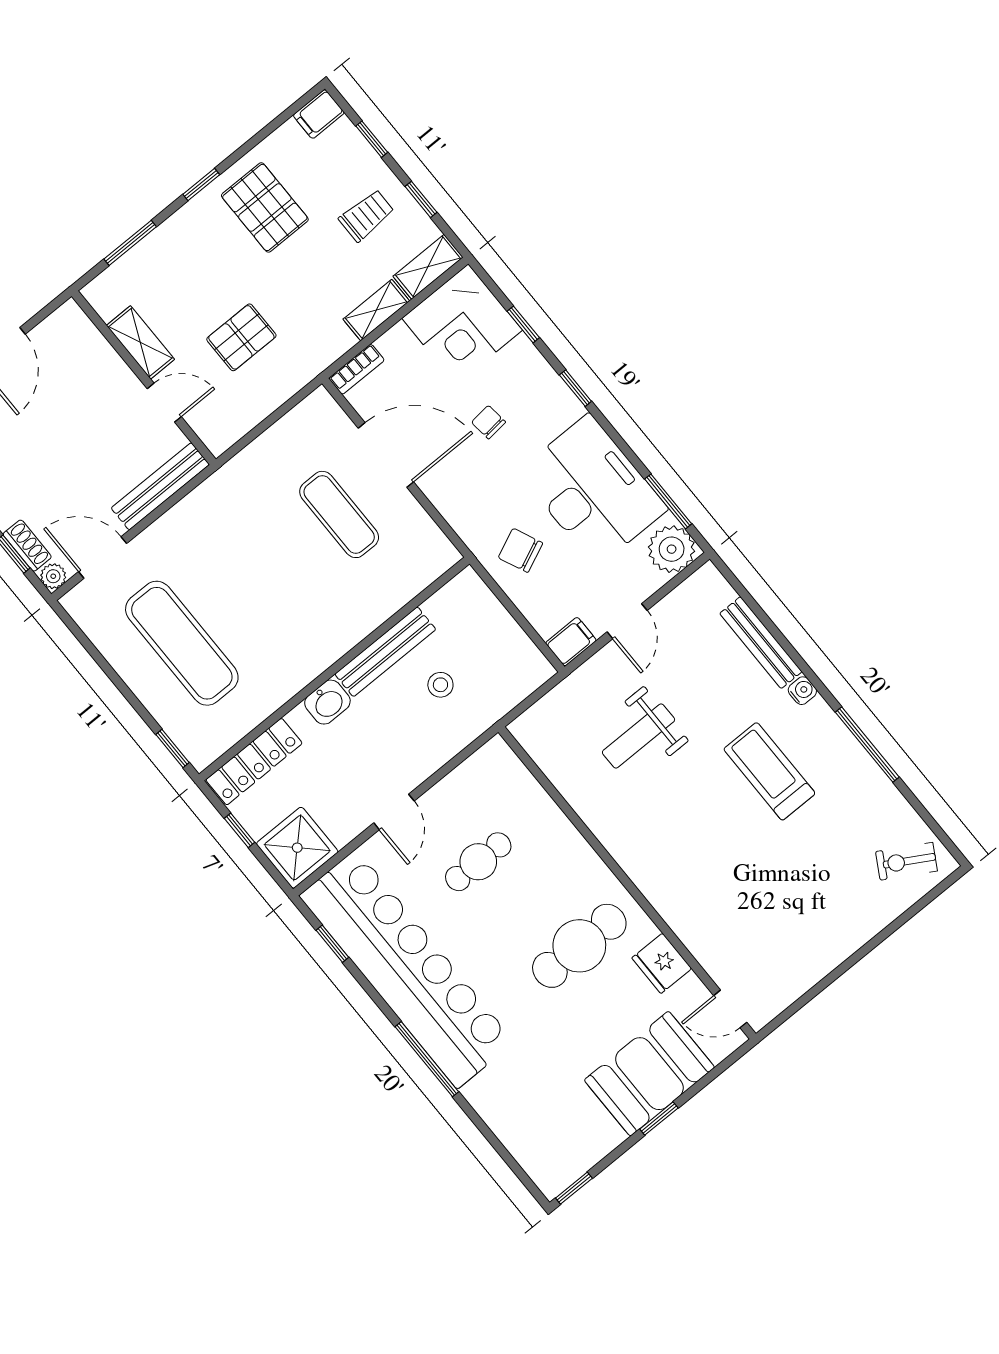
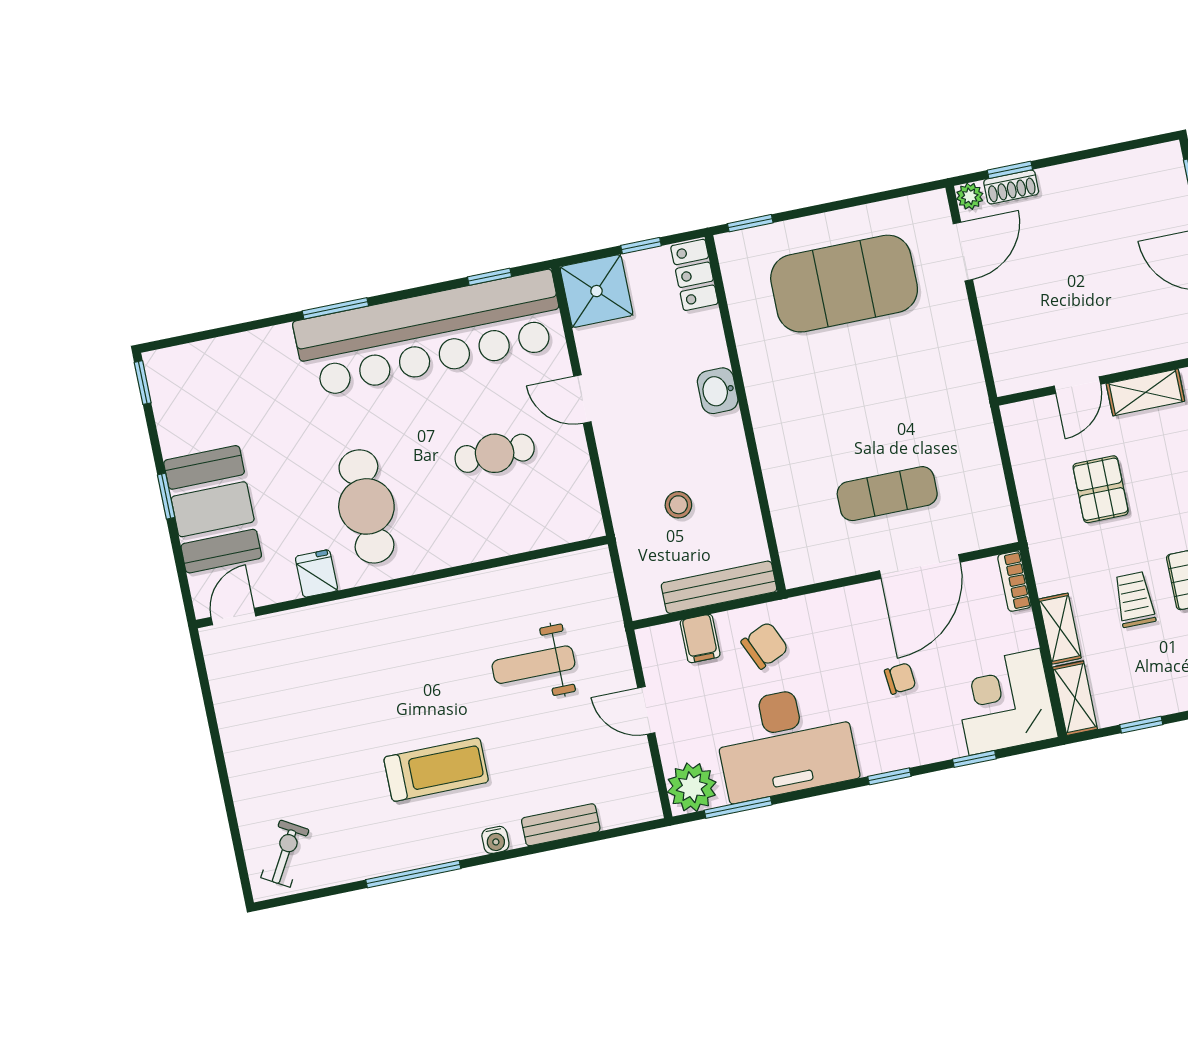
trolley: (366, 215) -> (1135, 599), moved, turned 180
bench: (160, 486) -> (1001, 340), removed
filing cabinet: (571, 642) -> (700, 638), moved
exercise mat: (182, 643) -> (844, 284), width x1.47
bench: (761, 643) -> (561, 825), width x0.73
bench: (385, 652) -> (719, 587), moved, turned 90
weight bench: (639, 736) -> (533, 665), turned -90
locker: (254, 762) -> (694, 275), width x0.66
cafe table: (478, 862) -> (495, 453), turned 90
fridge: (662, 963) -> (316, 574), width x0.72
window: (427, 1059) -> (335, 308), width x0.69

